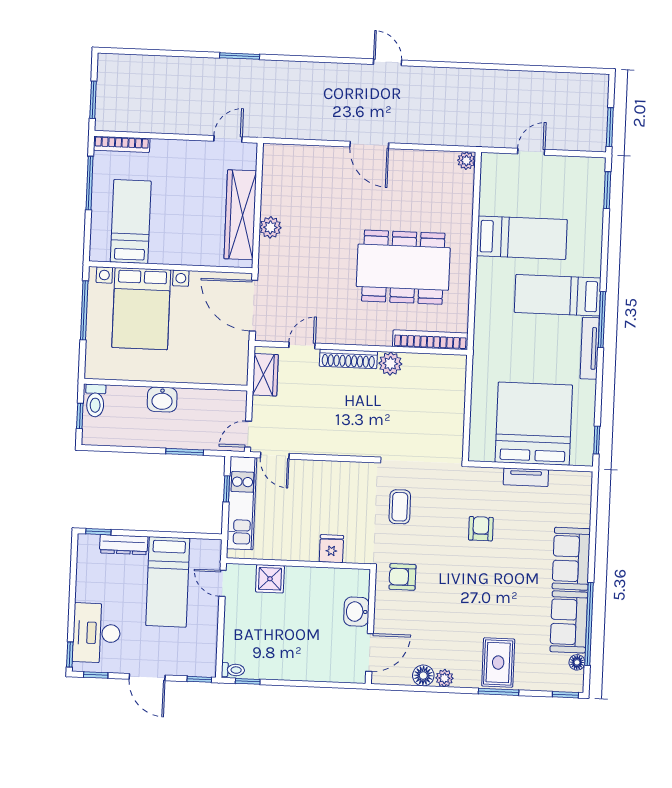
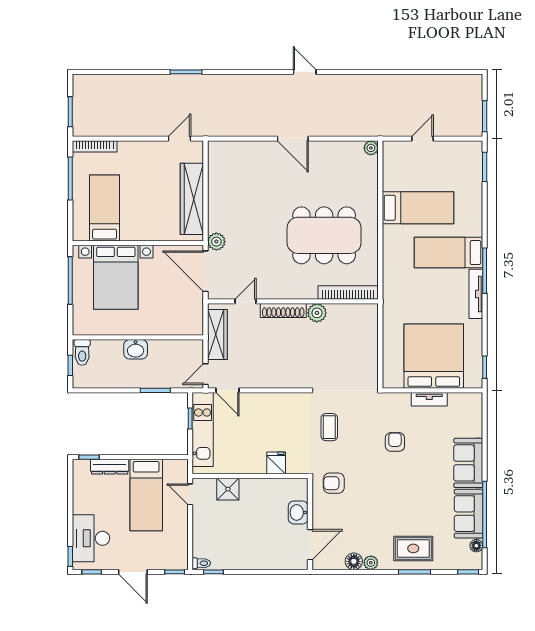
plant: (270, 227) -> (216, 242), moved
wardrobe: (265, 375) -> (217, 334), width x1.50
rug: (498, 663) -> (413, 548), turned 90

